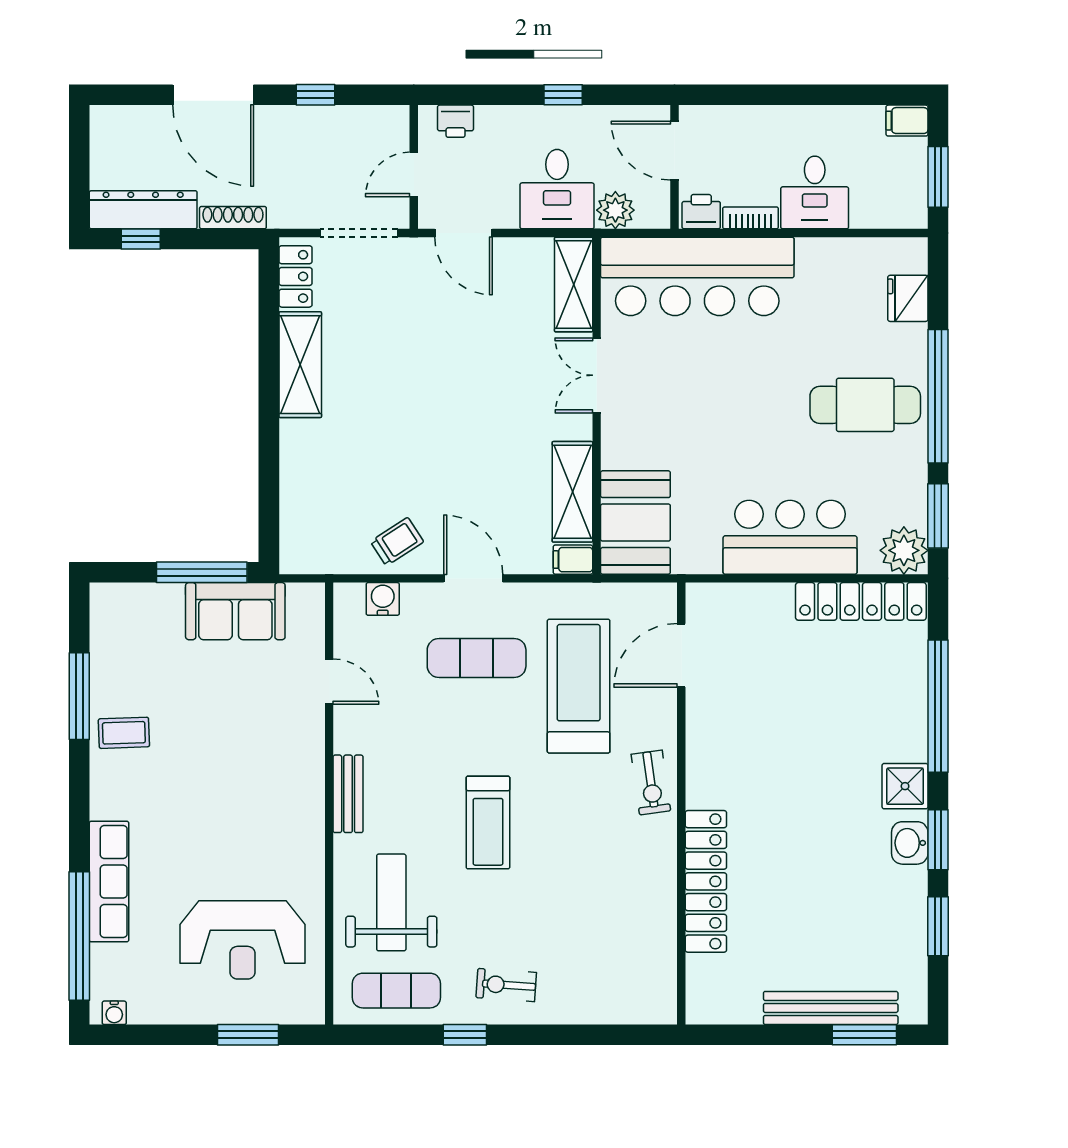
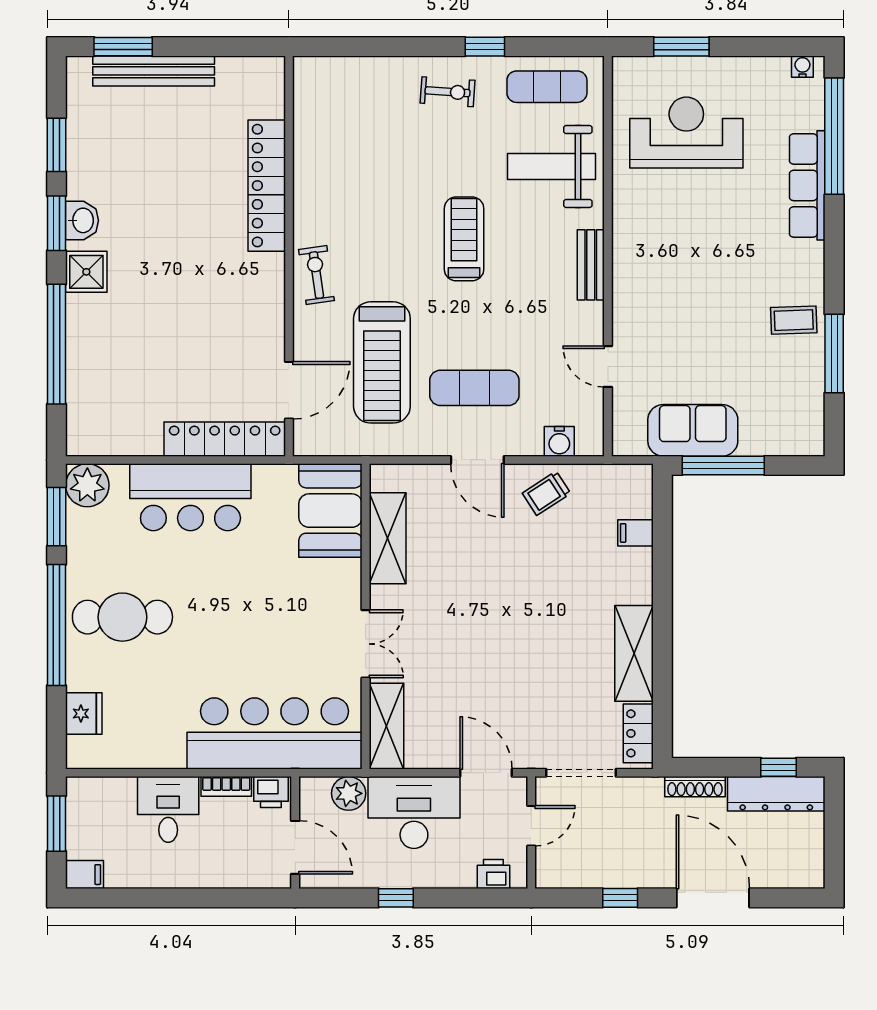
desk: (557, 189) -> (414, 812), width x1.37
filing cabinet: (573, 560) -> (636, 533), moved, turned 180
locker: (861, 601) -> (225, 439), moved
weight bench: (391, 902) -> (552, 167), turned 90

